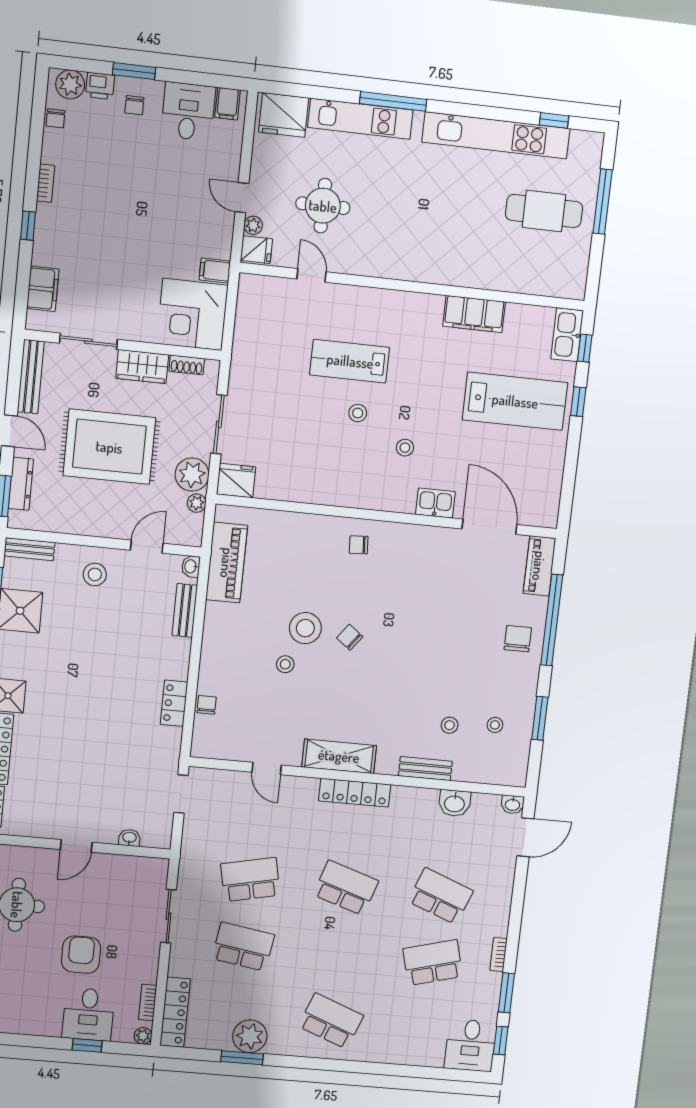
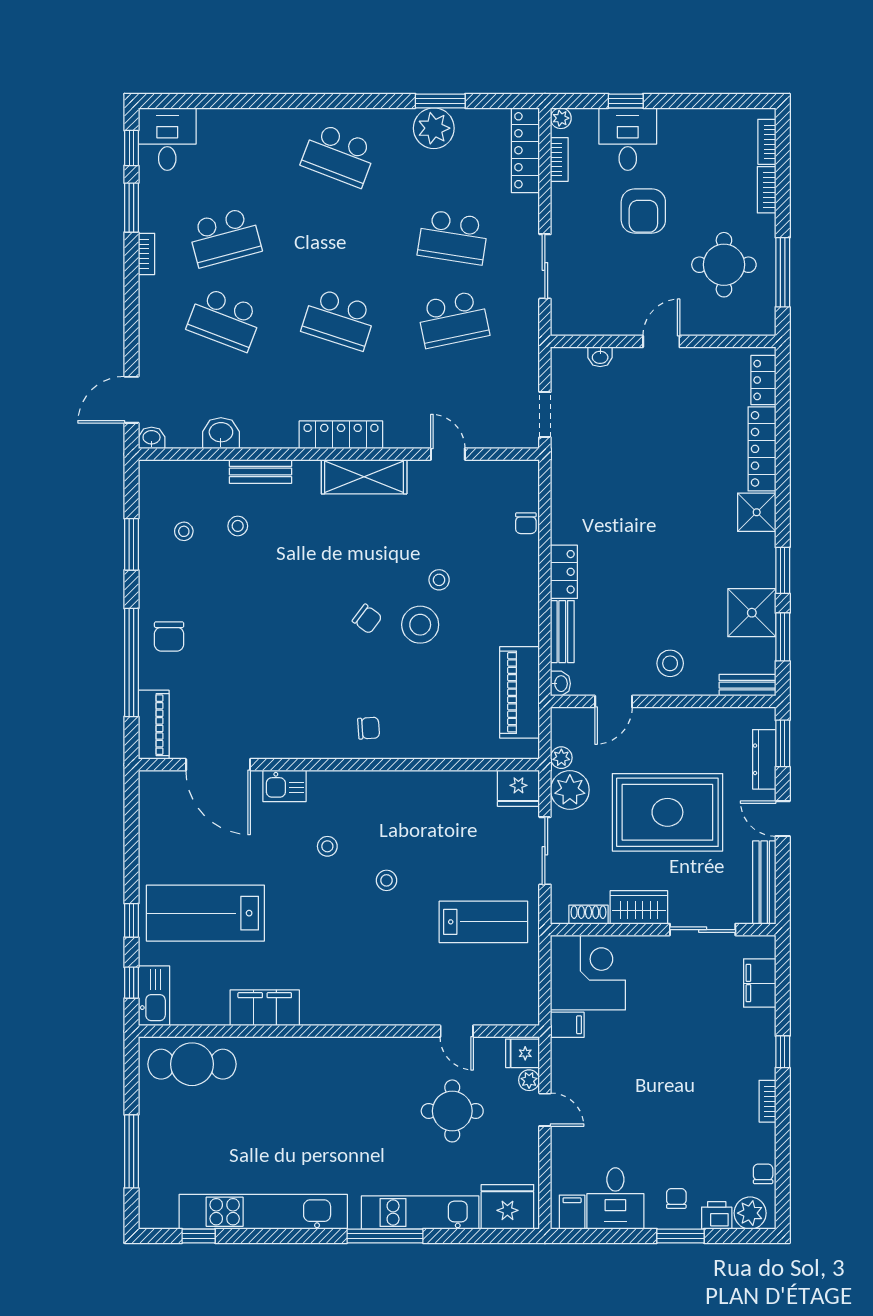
cafe table: (544, 211) -> (192, 1064), moved
lab bench: (350, 361) -> (483, 922), moved
locker: (174, 703) -> (564, 572), moved

